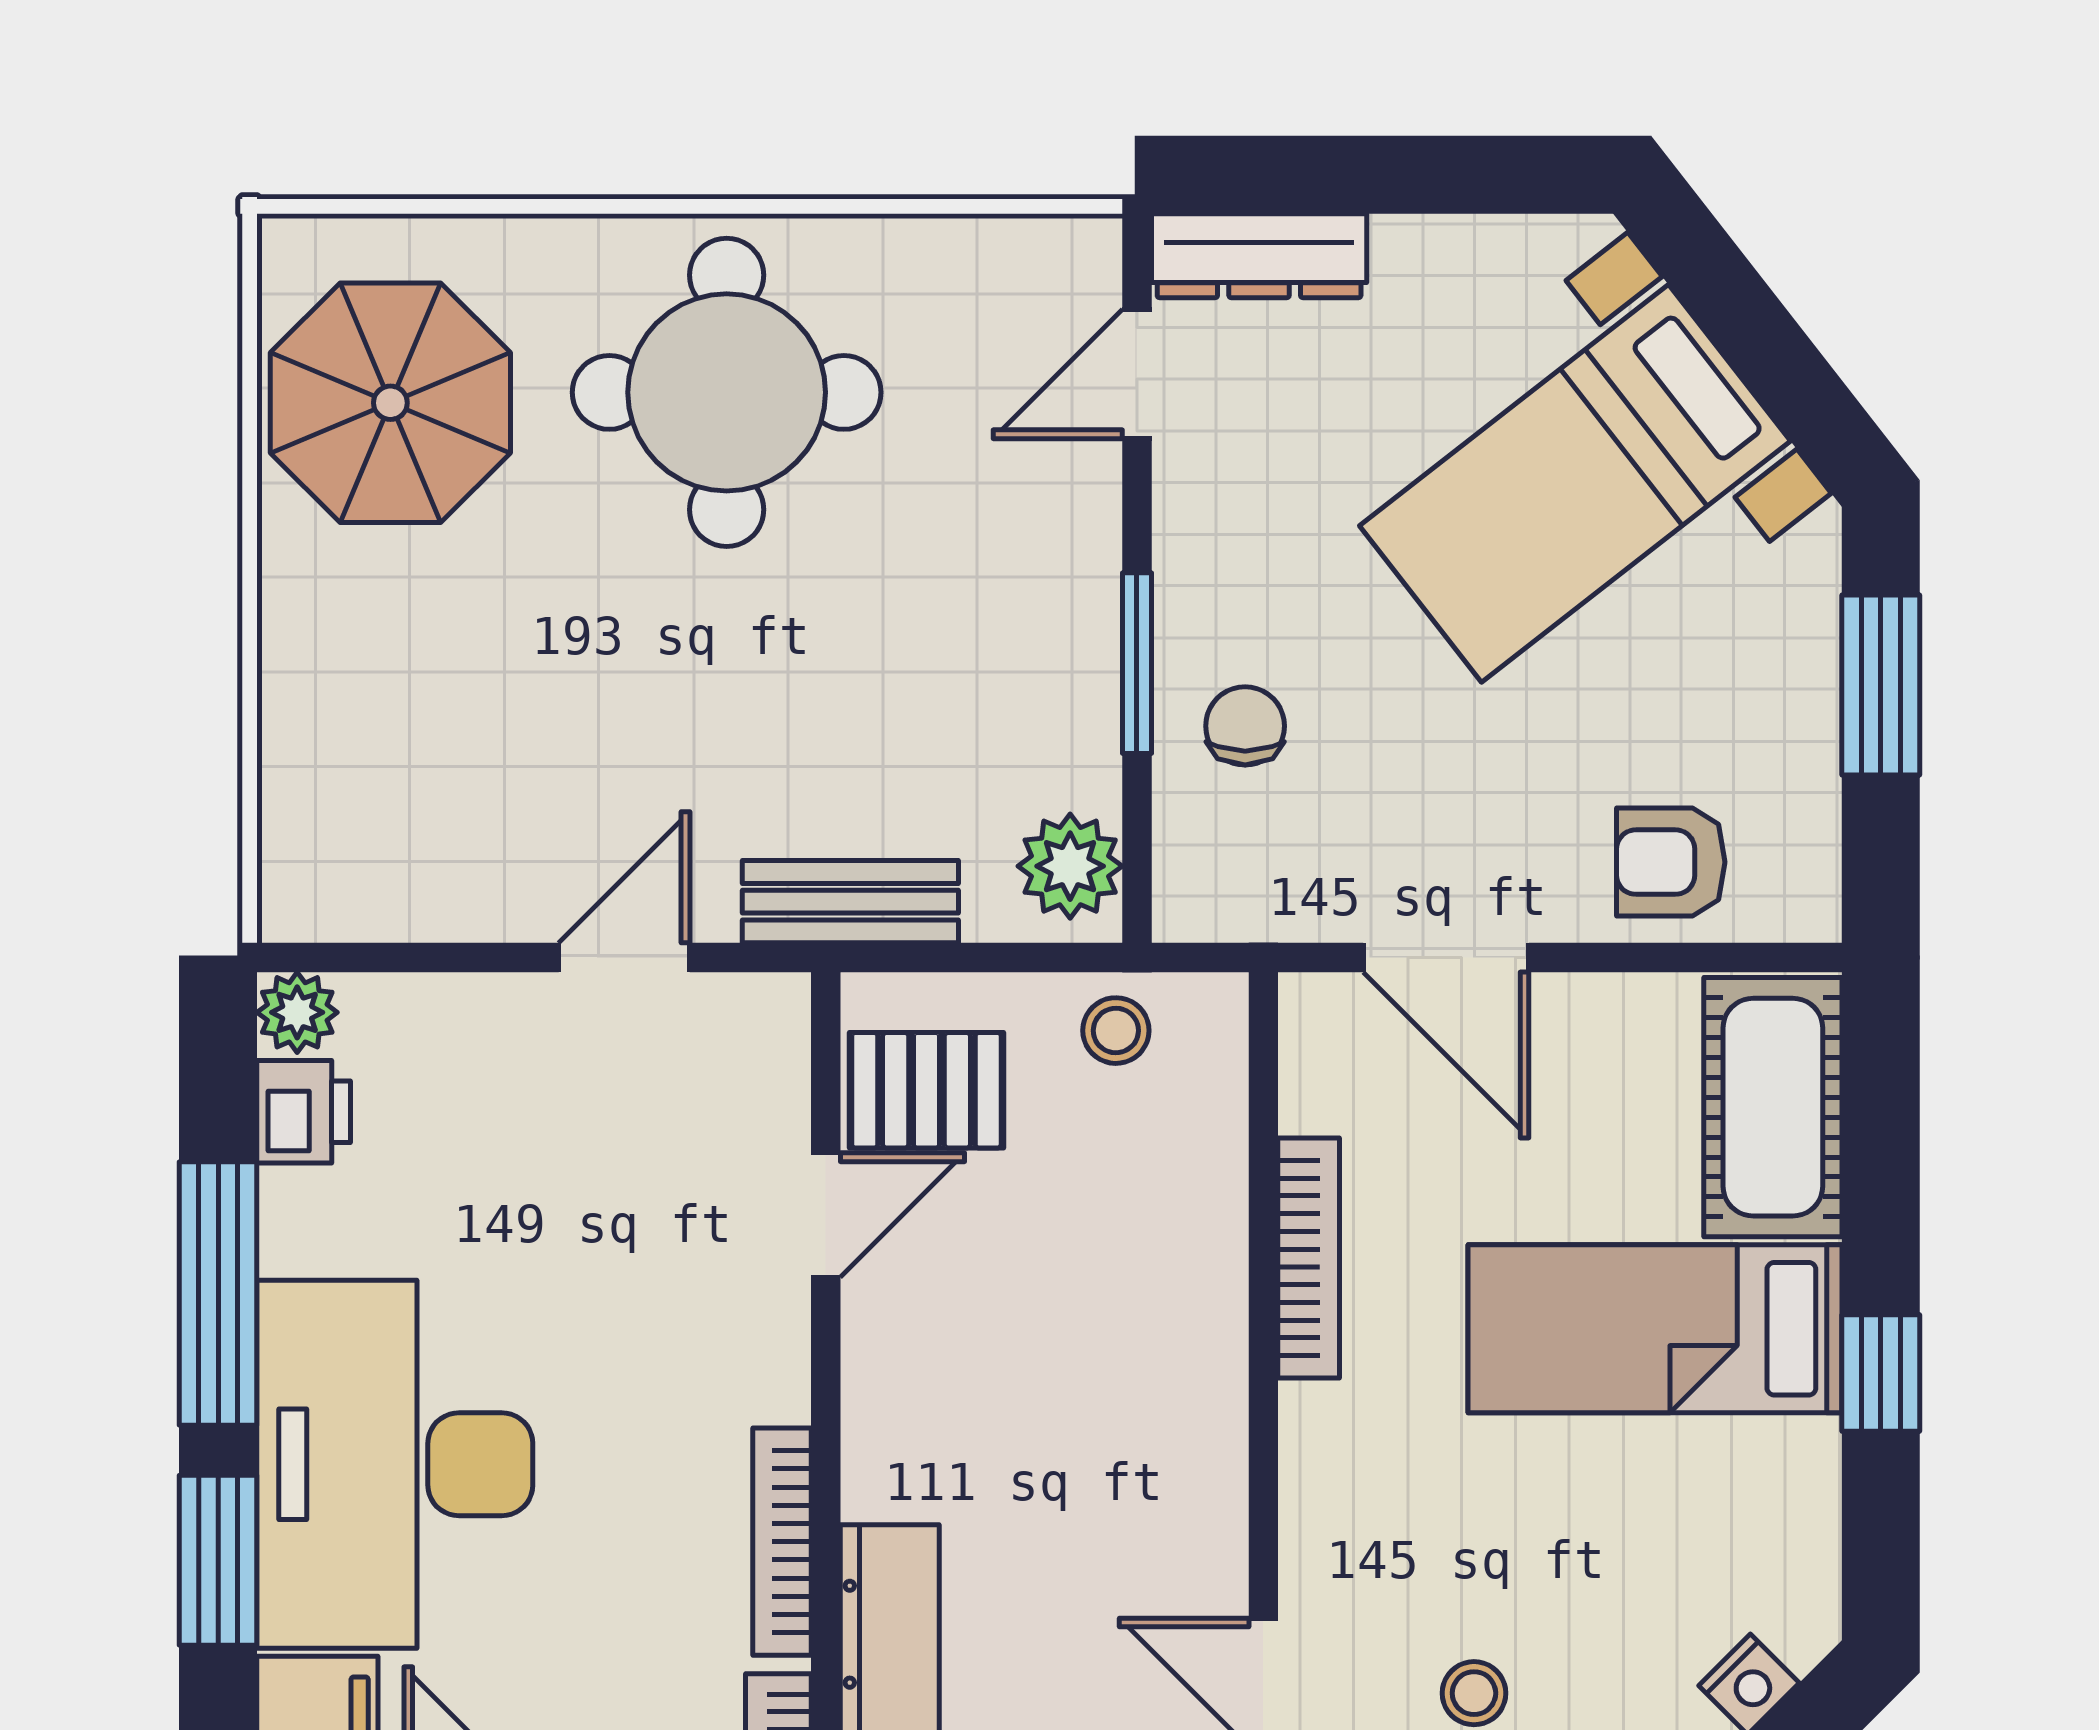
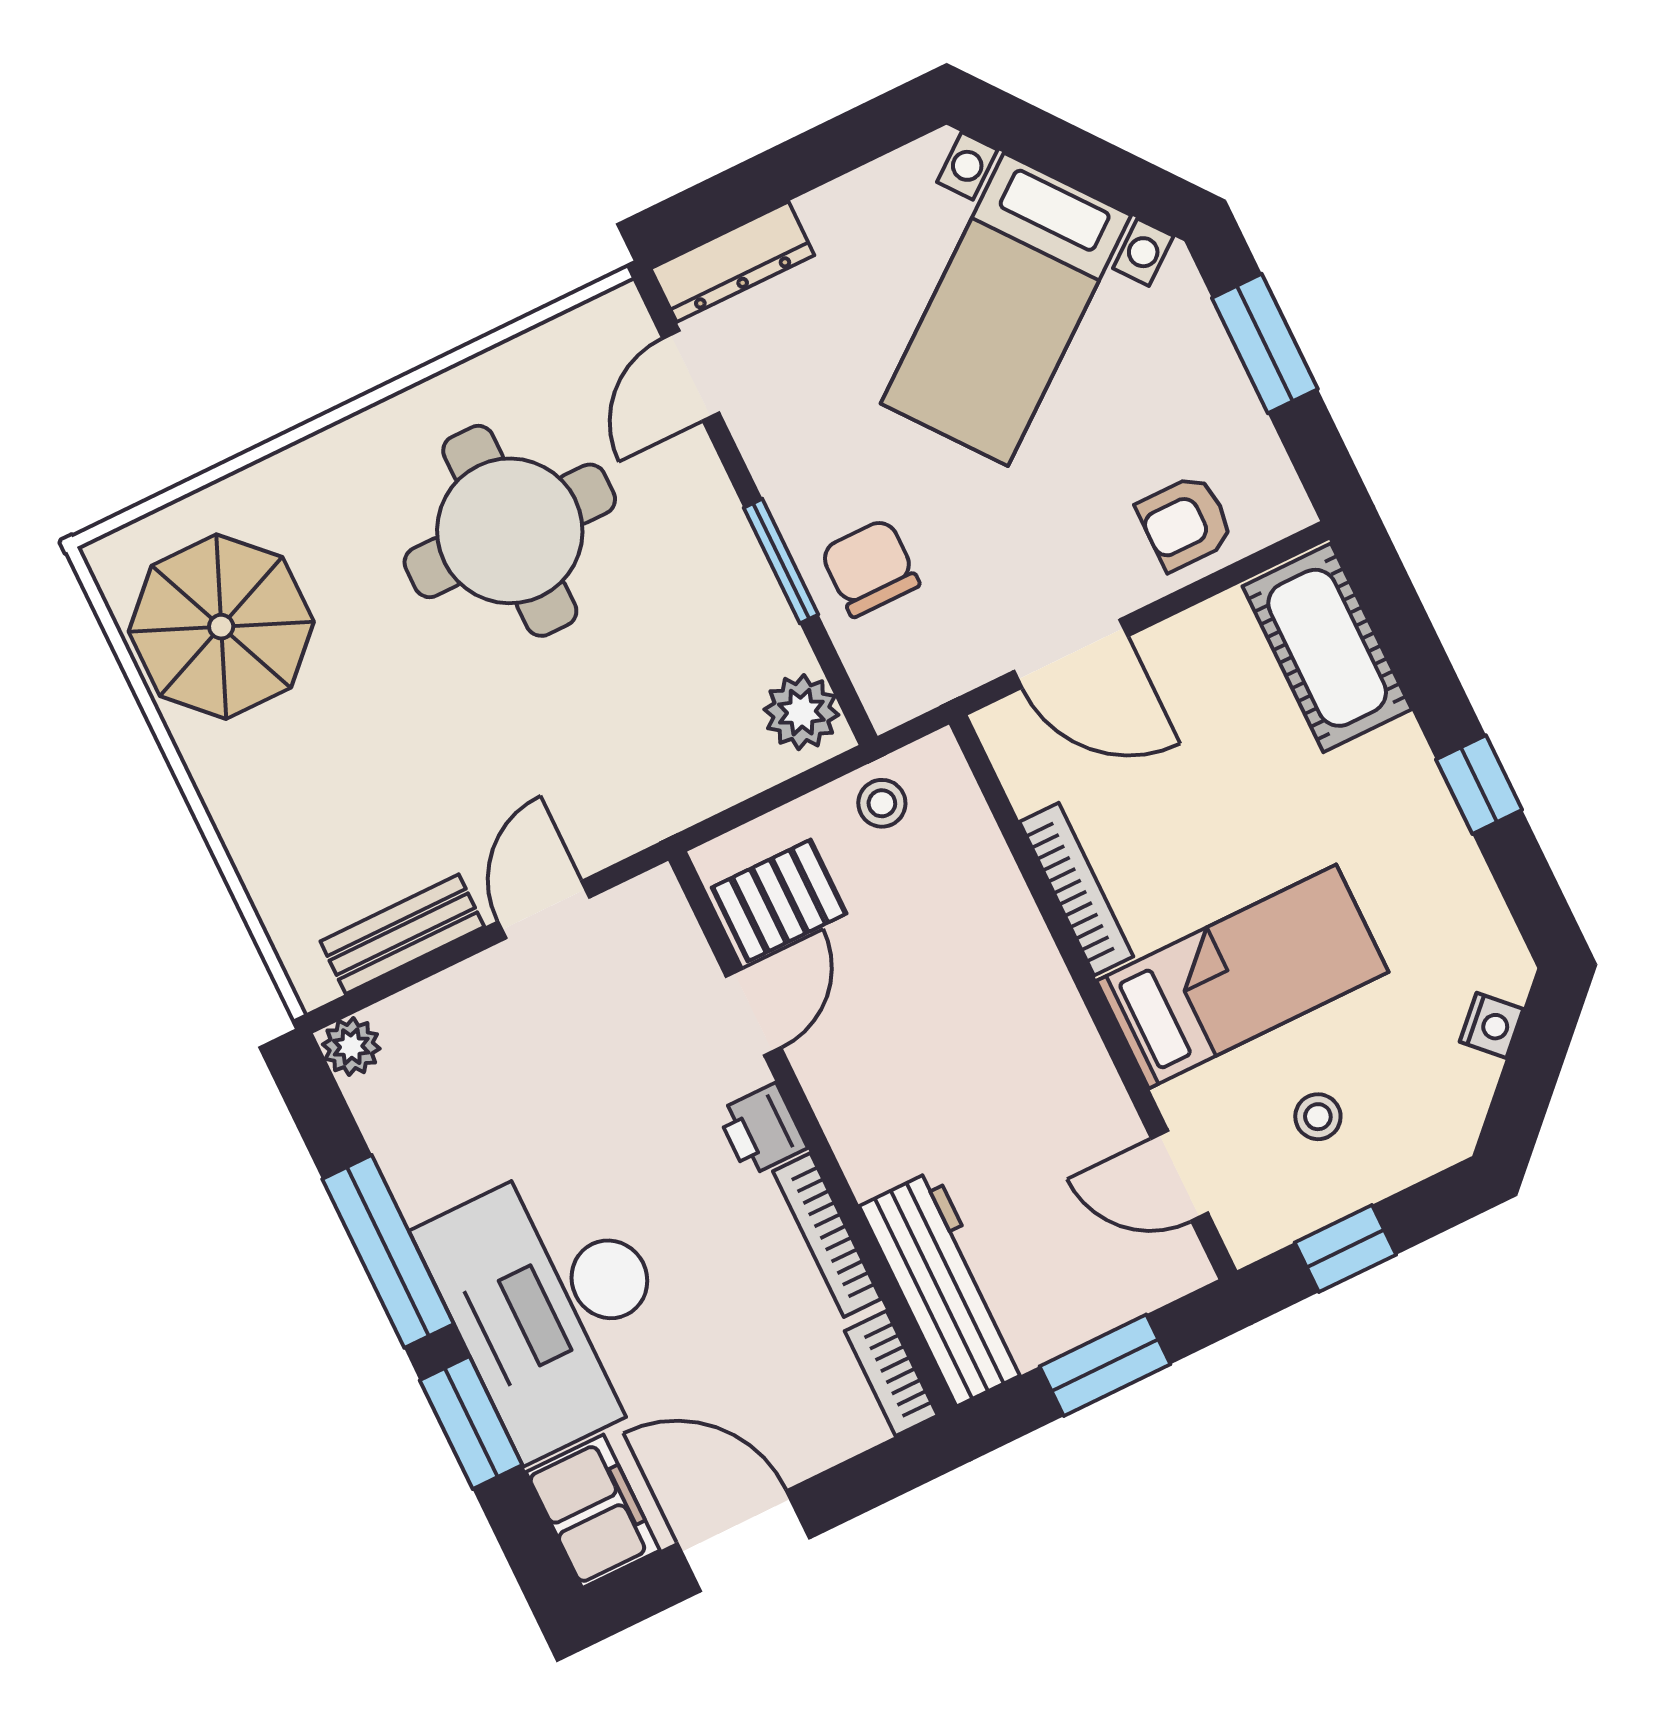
round table: (727, 392) -> (510, 531), moved
chair: (1245, 726) -> (870, 568), width x1.37, depth x1.37
bench: (850, 902) -> (402, 934), moved
printer: (304, 1112) -> (762, 1130), moved, turned 180
bed: (1655, 1329) -> (1243, 976), moved, turned 180

